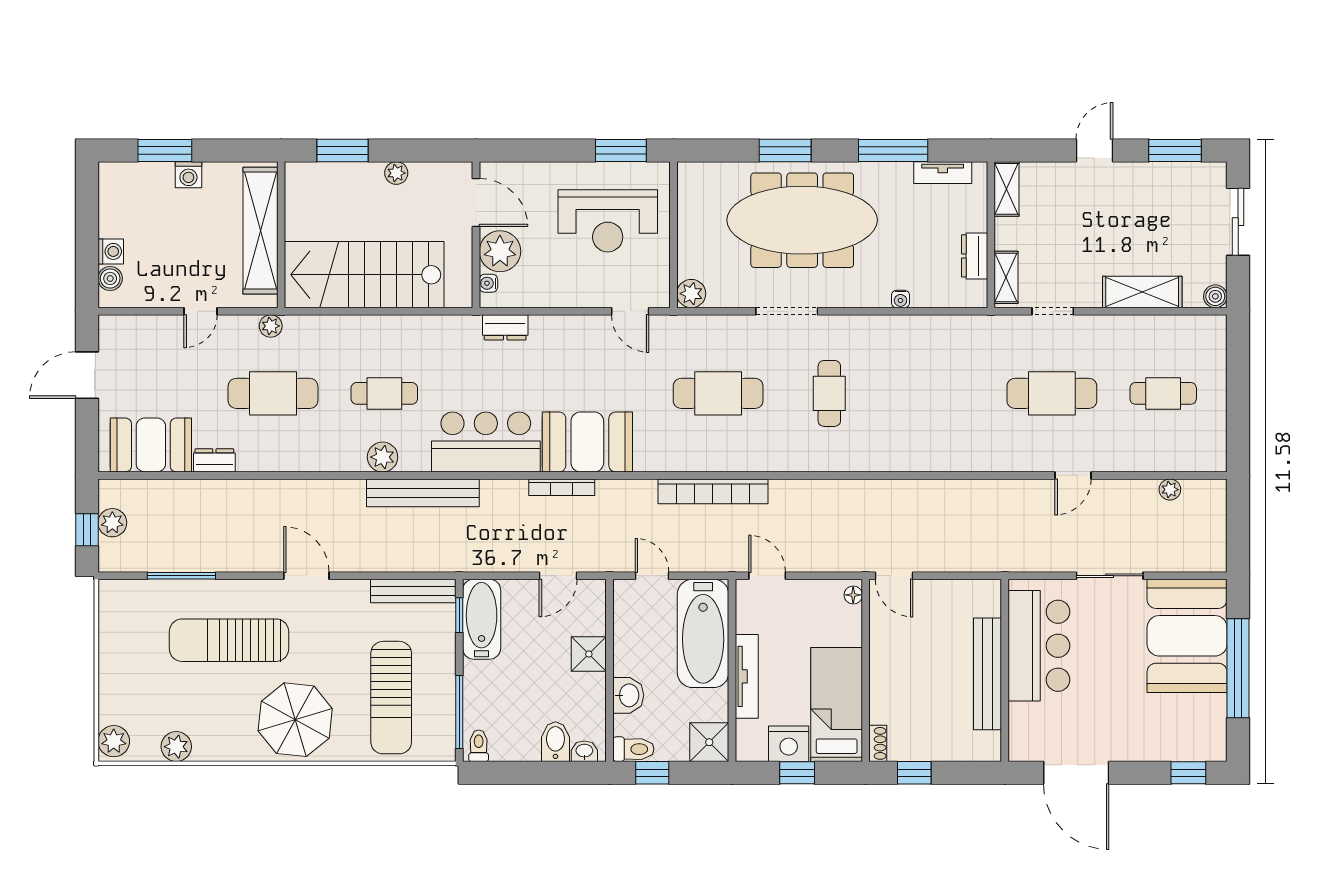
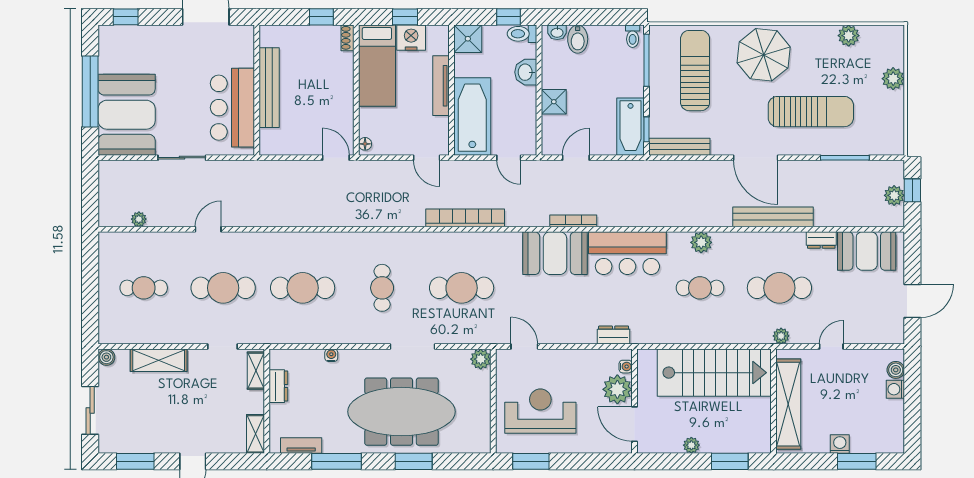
cafe table: (941, 393) -> (303, 288), added
bench: (423, 493) -> (773, 217), moved
door: (306, 576) -> (756, 158), width x1.36
plant: (114, 741) -> (893, 79), moved

